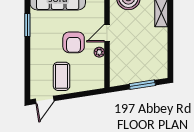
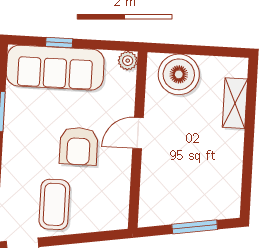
plant: (99, 52) -> (123, 166), removed

